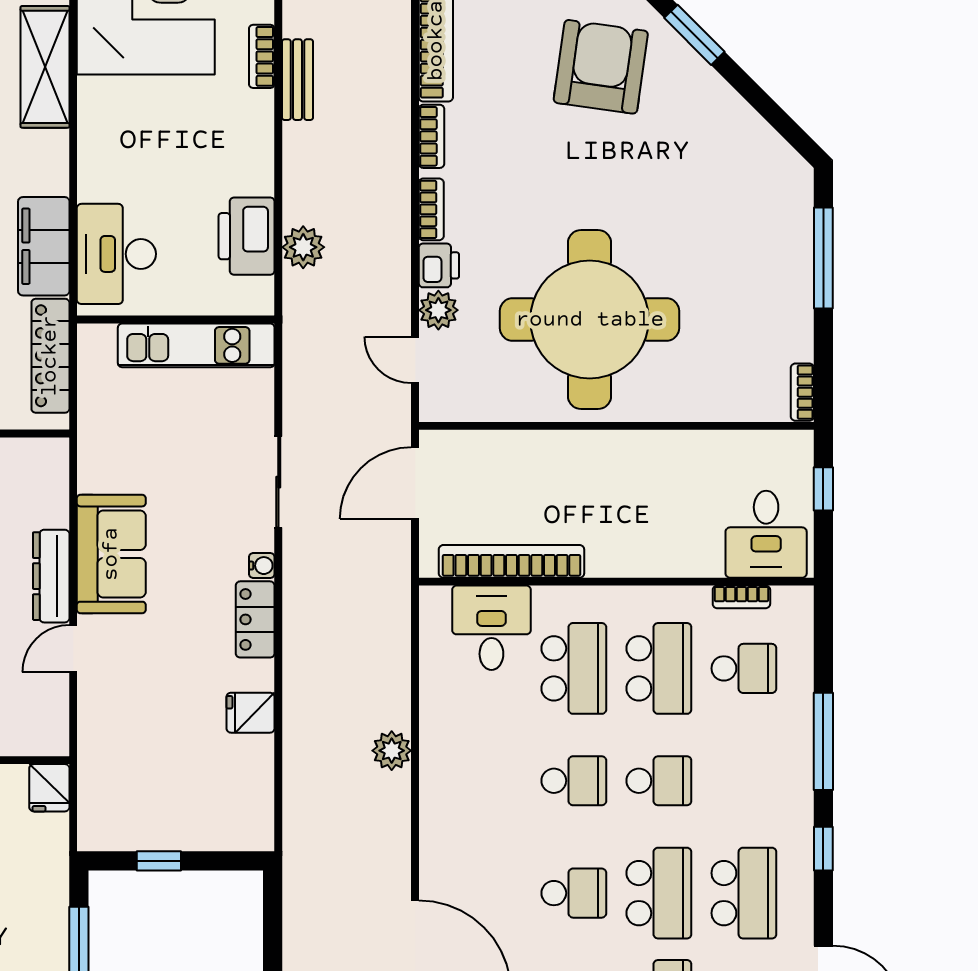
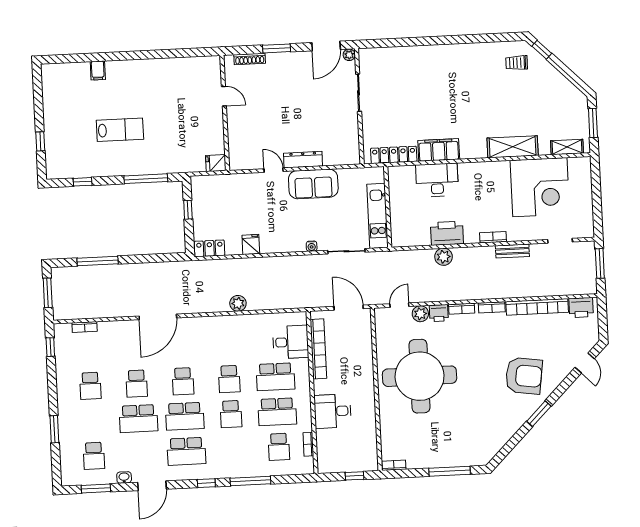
bookcase: (262, 56) -> (493, 237), moved
wall: (176, 320) -> (388, 207), moved
kitchen unit: (196, 345) -> (377, 216), moved
desk: (766, 534) -> (333, 411), moved
locker: (255, 619) -> (209, 248), moved

